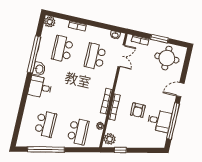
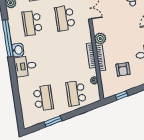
armchair: (138, 110) -> (123, 69), moved
school desk: (78, 131) -> (76, 93), turned 180
plant: (110, 139) -> (100, 38), moved
window: (46, 149) -> (53, 121), width x0.47

